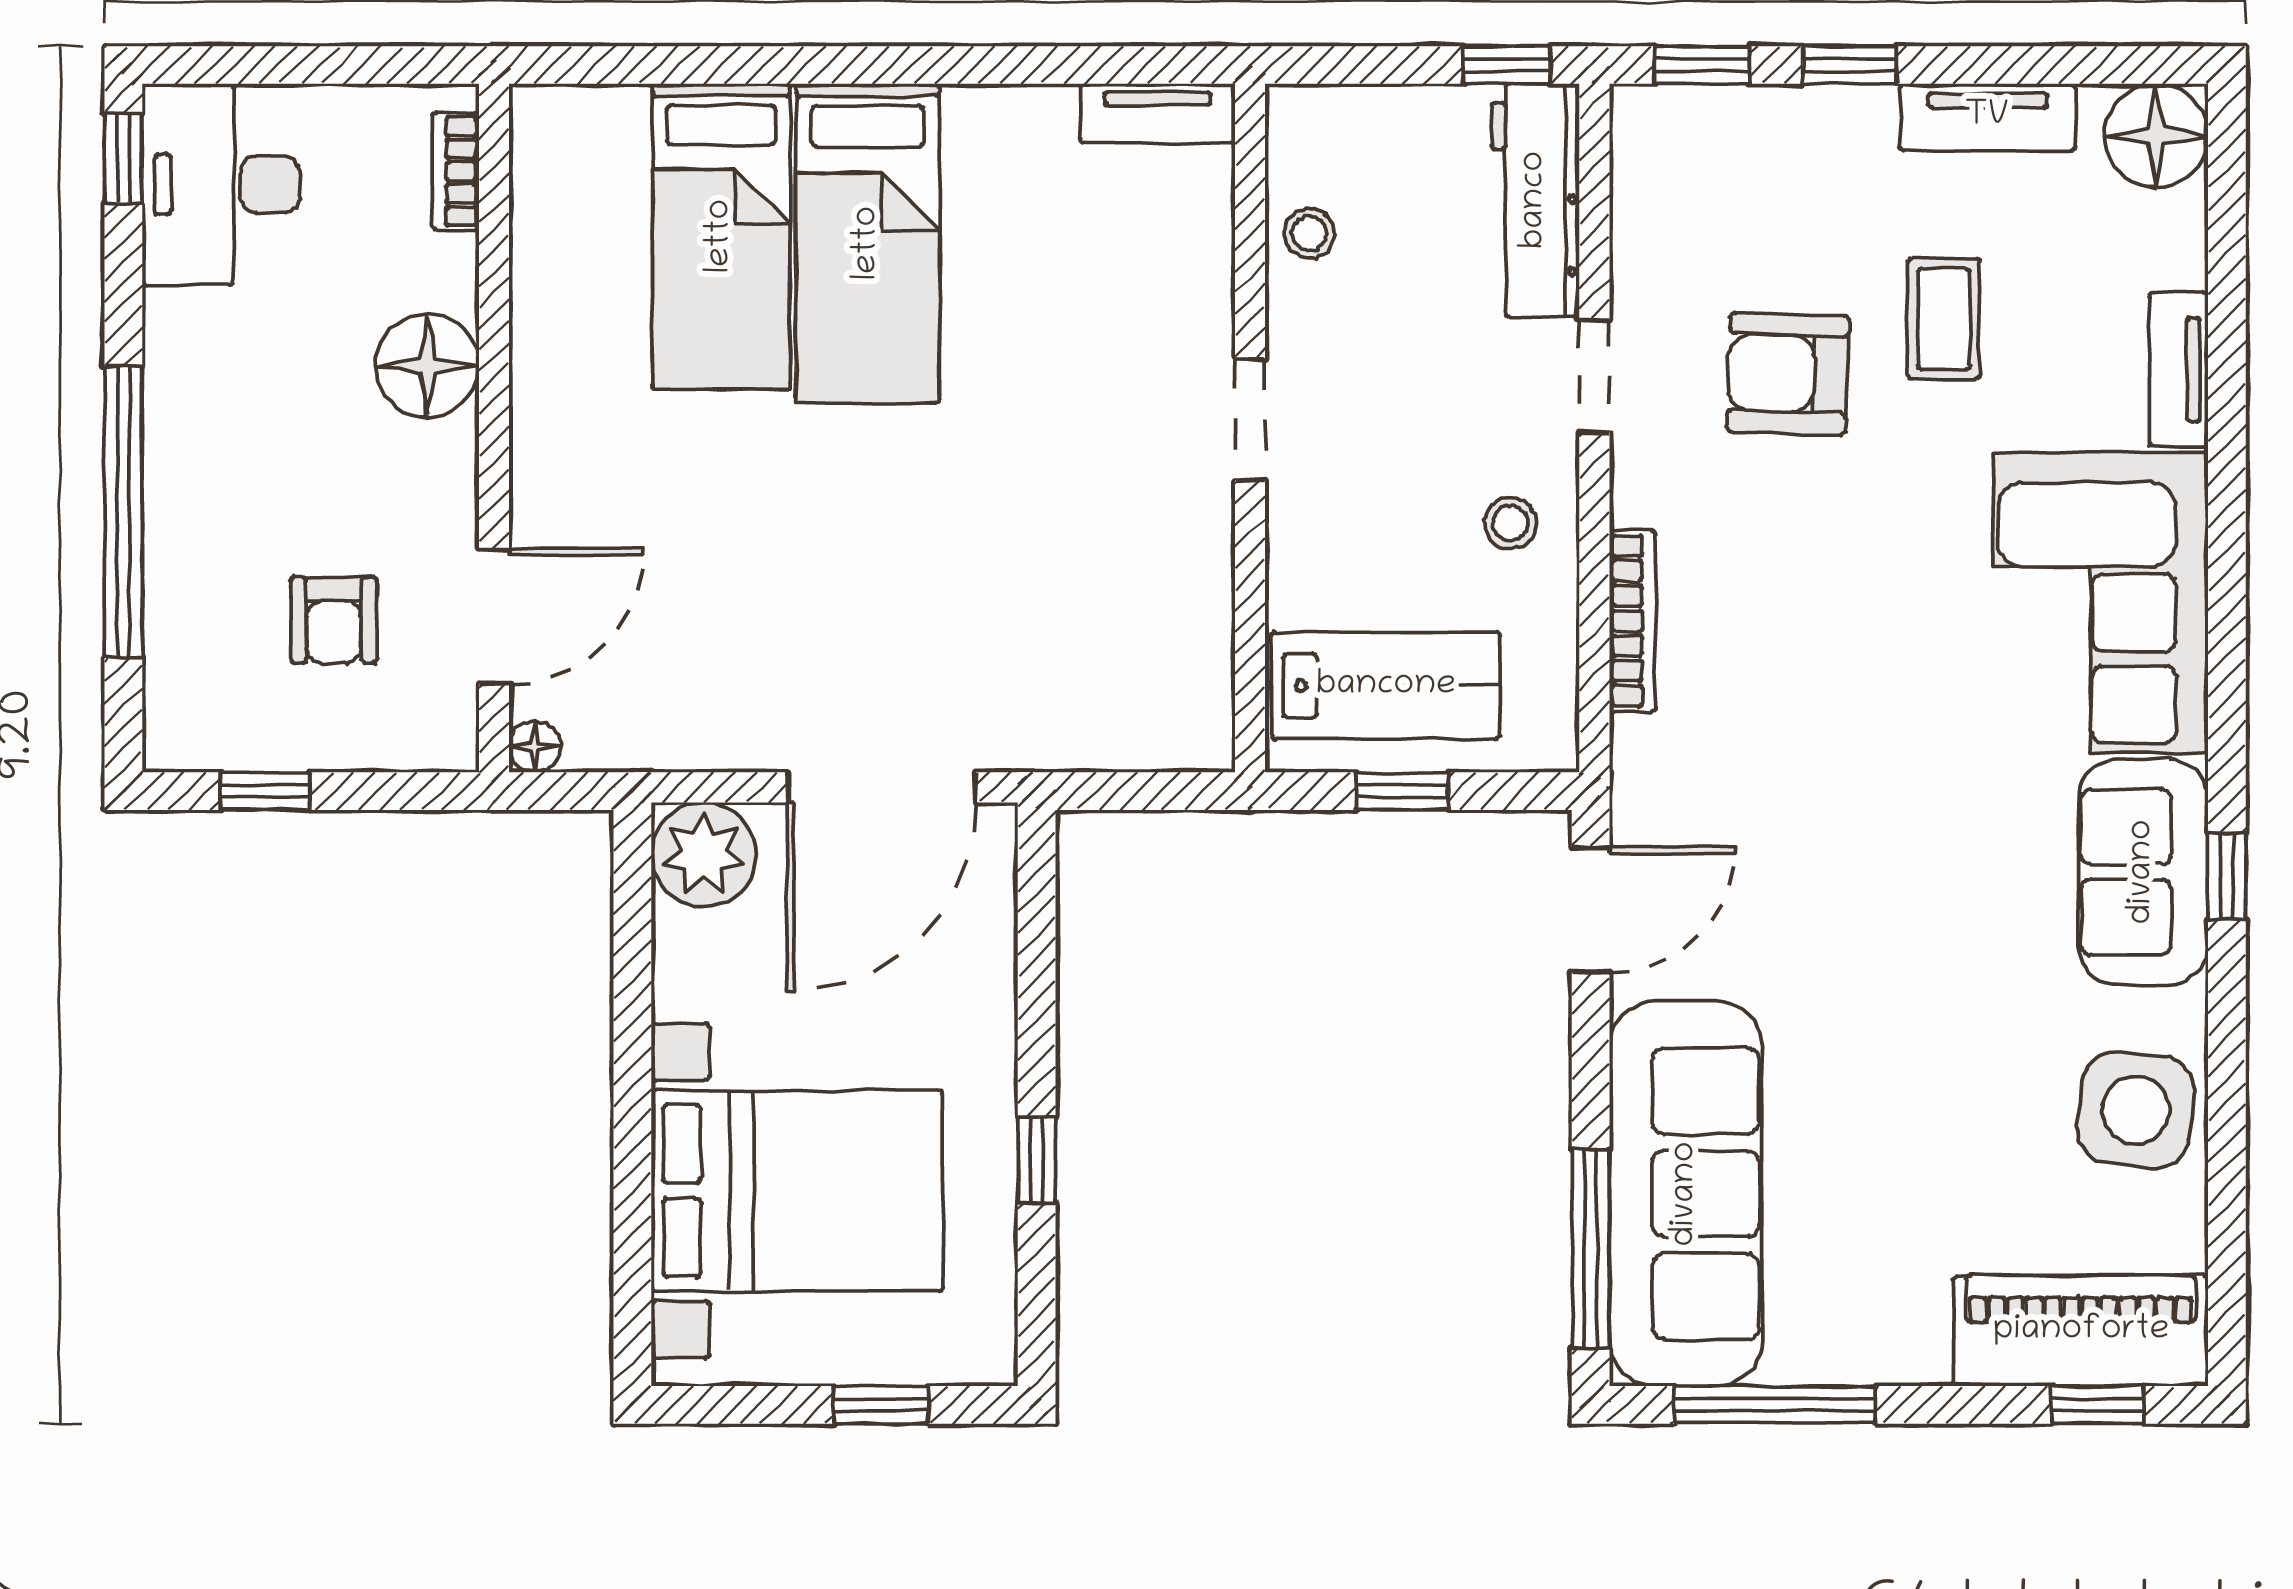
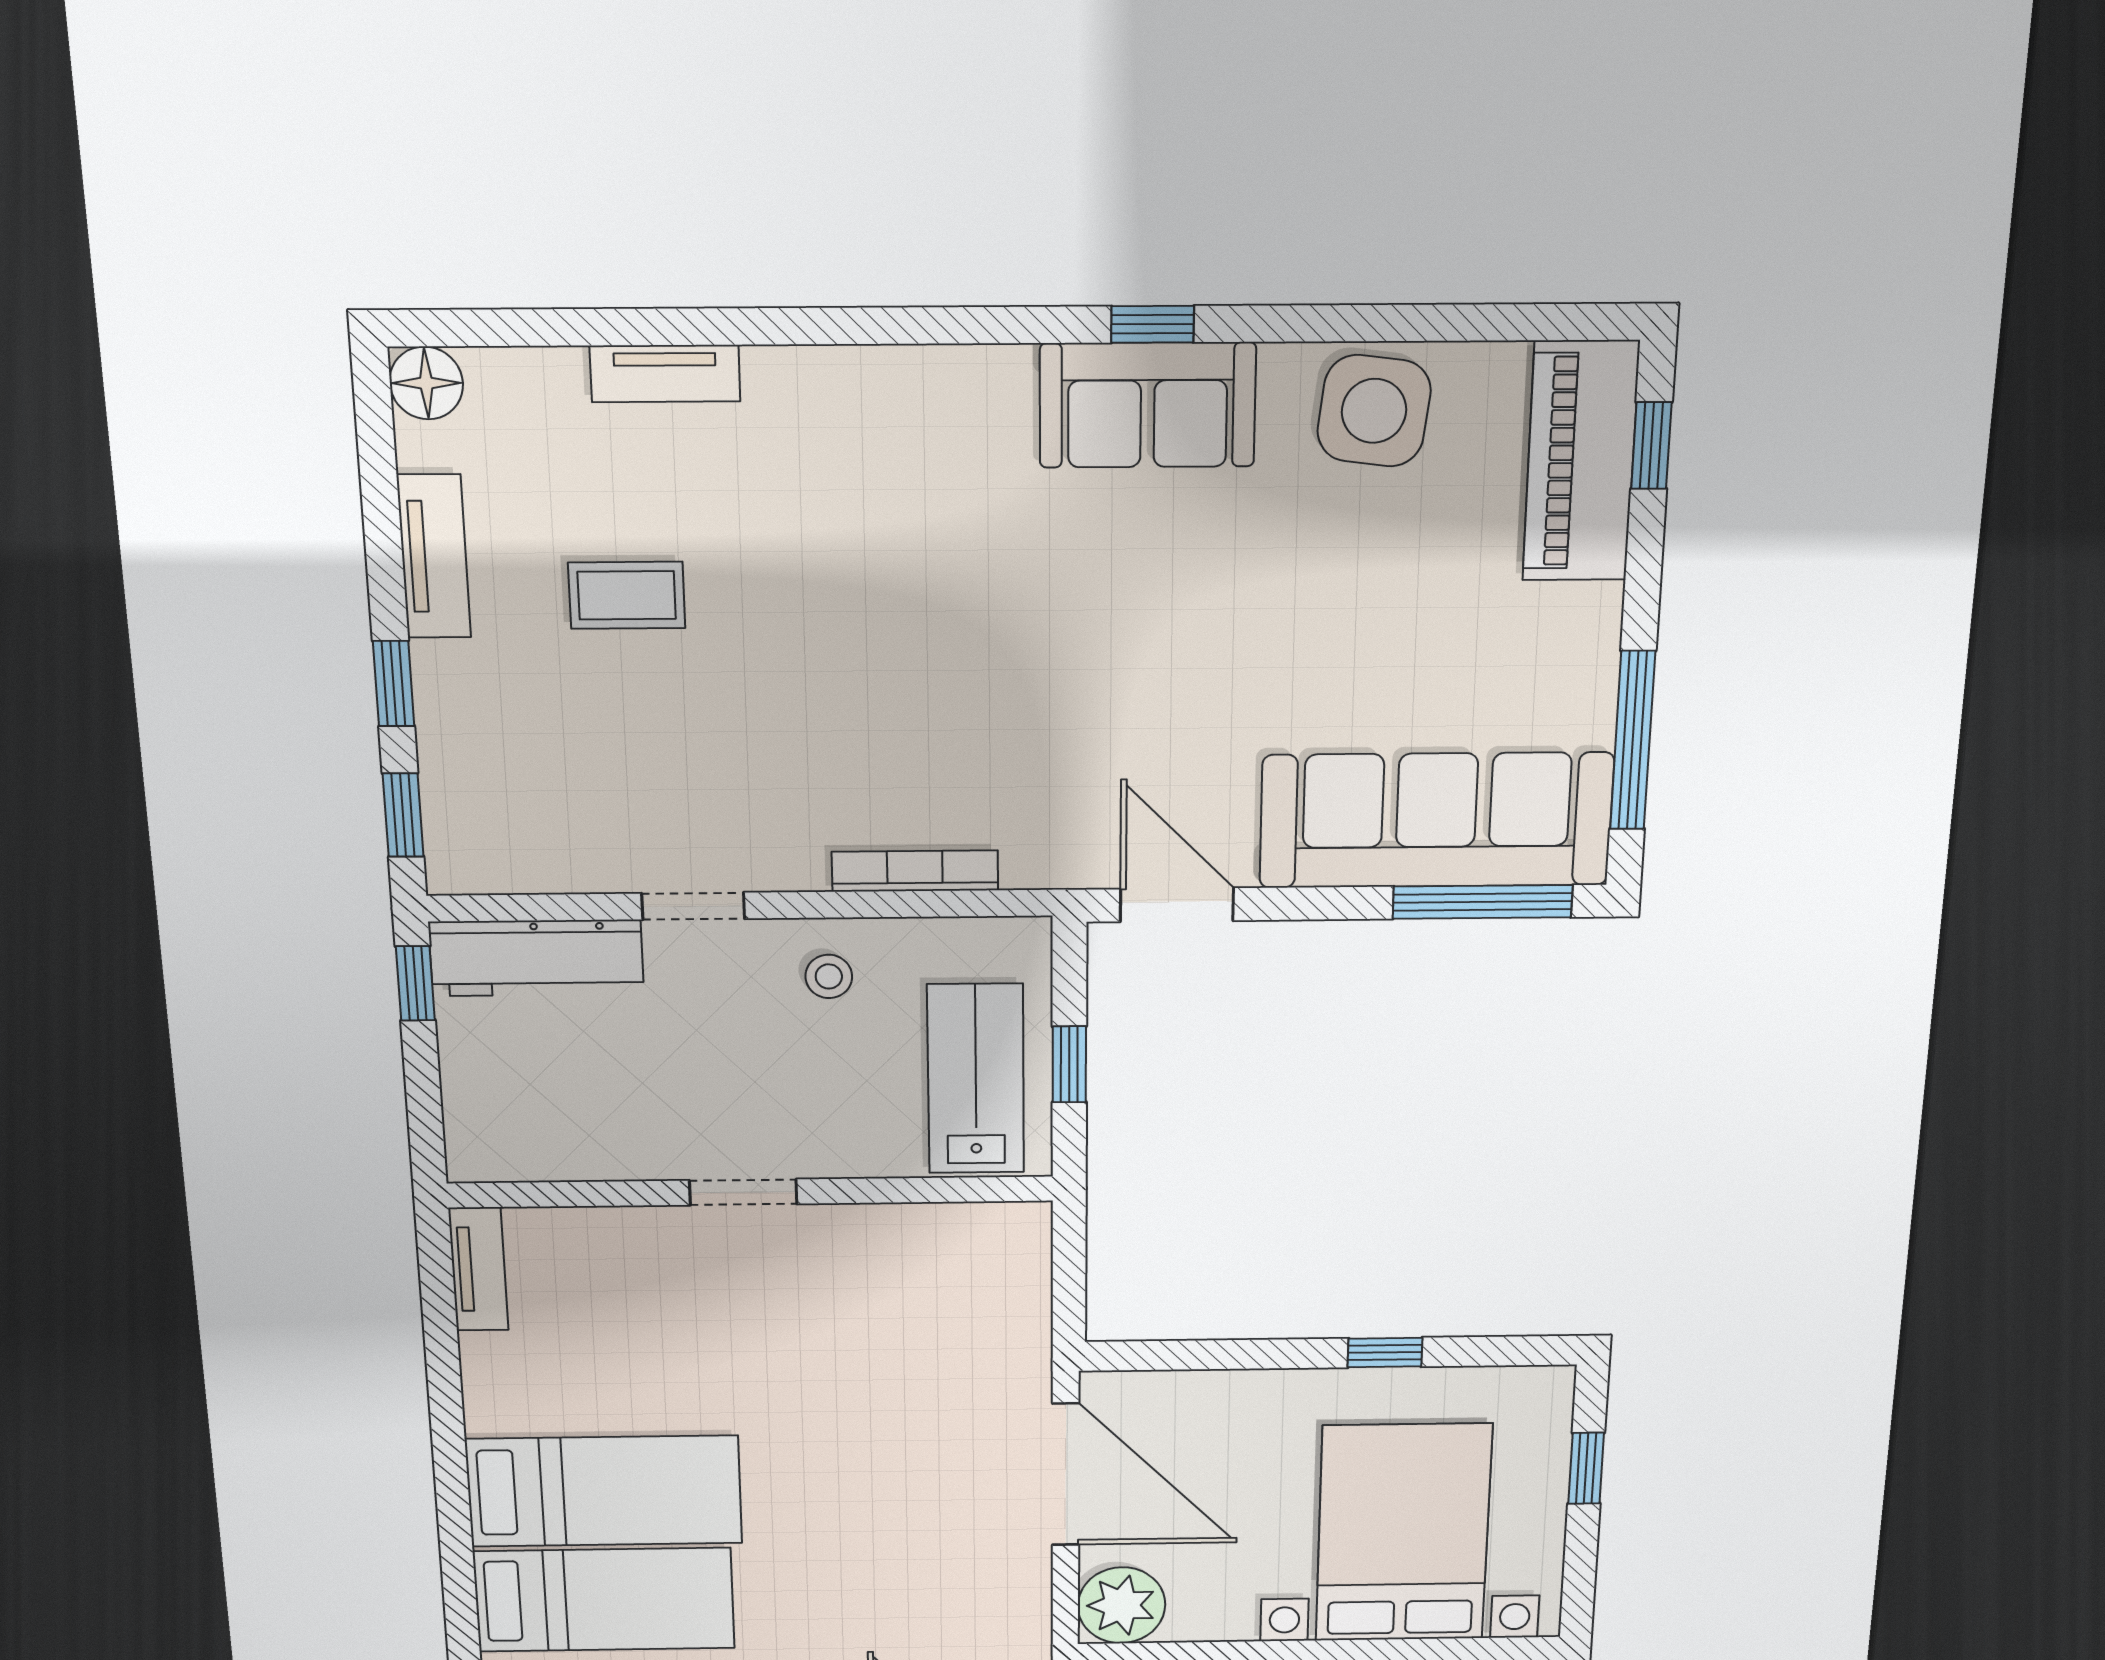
floor lamp: (2156, 136) -> (426, 383), width x0.73, depth x0.73
stool: (1310, 233) -> (577, 1146), removed
armchair: (1788, 374) -> (684, 736), removed
corner sofa: (2101, 603) -> (891, 447), removed

